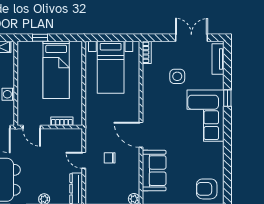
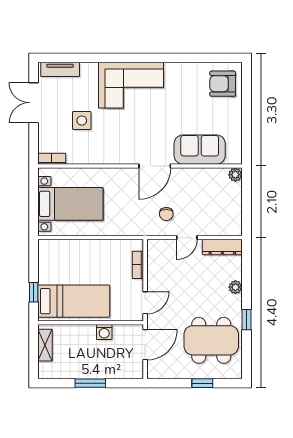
bed: (56, 70) -> (74, 301), moved
window: (227, 98) -> (109, 58), removed
chair: (110, 158) -> (166, 214), moved
armchair: (207, 189) -> (223, 84), turned 90

